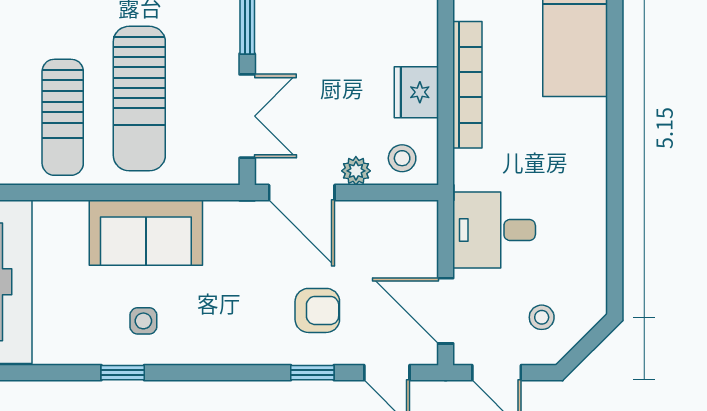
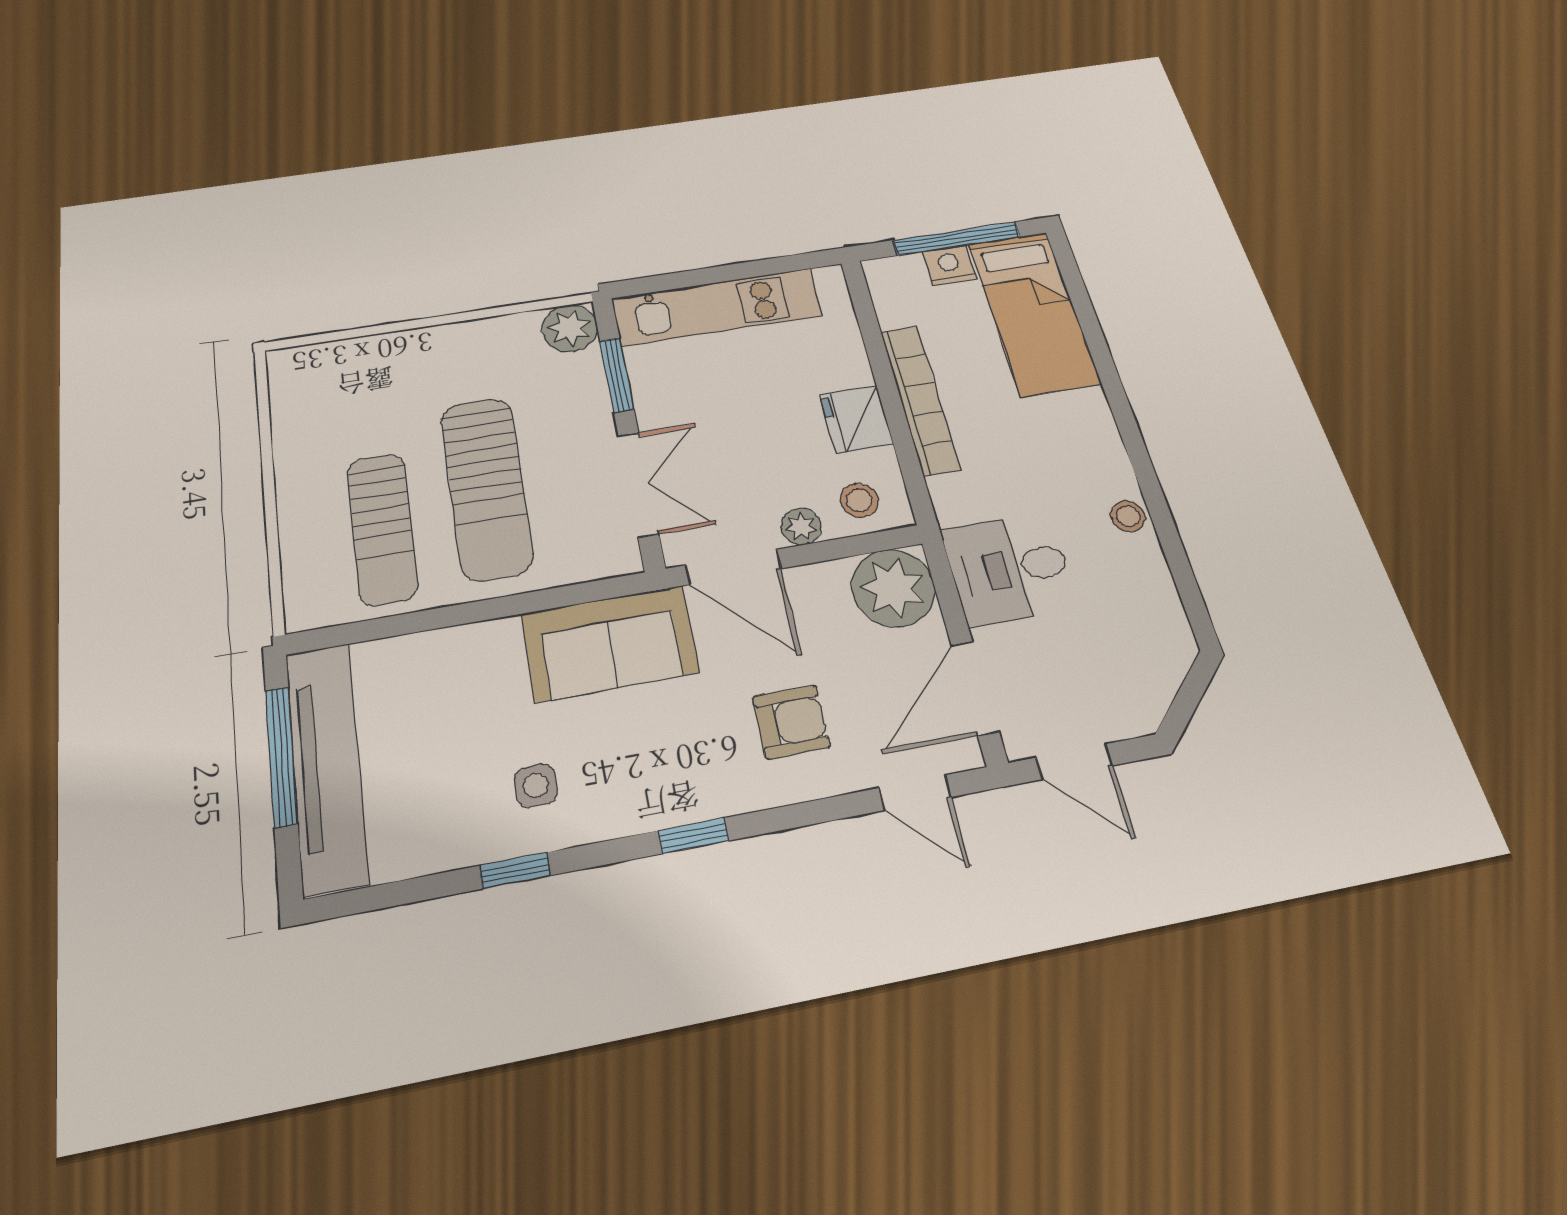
plant: (409, 229) -> (893, 588), added
sofa: (146, 233) -> (610, 643), moved
door: (446, 311) -> (975, 688), hinge flipped
stool: (542, 317) -> (1128, 516), moved
window: (312, 373) -> (693, 836), moved

